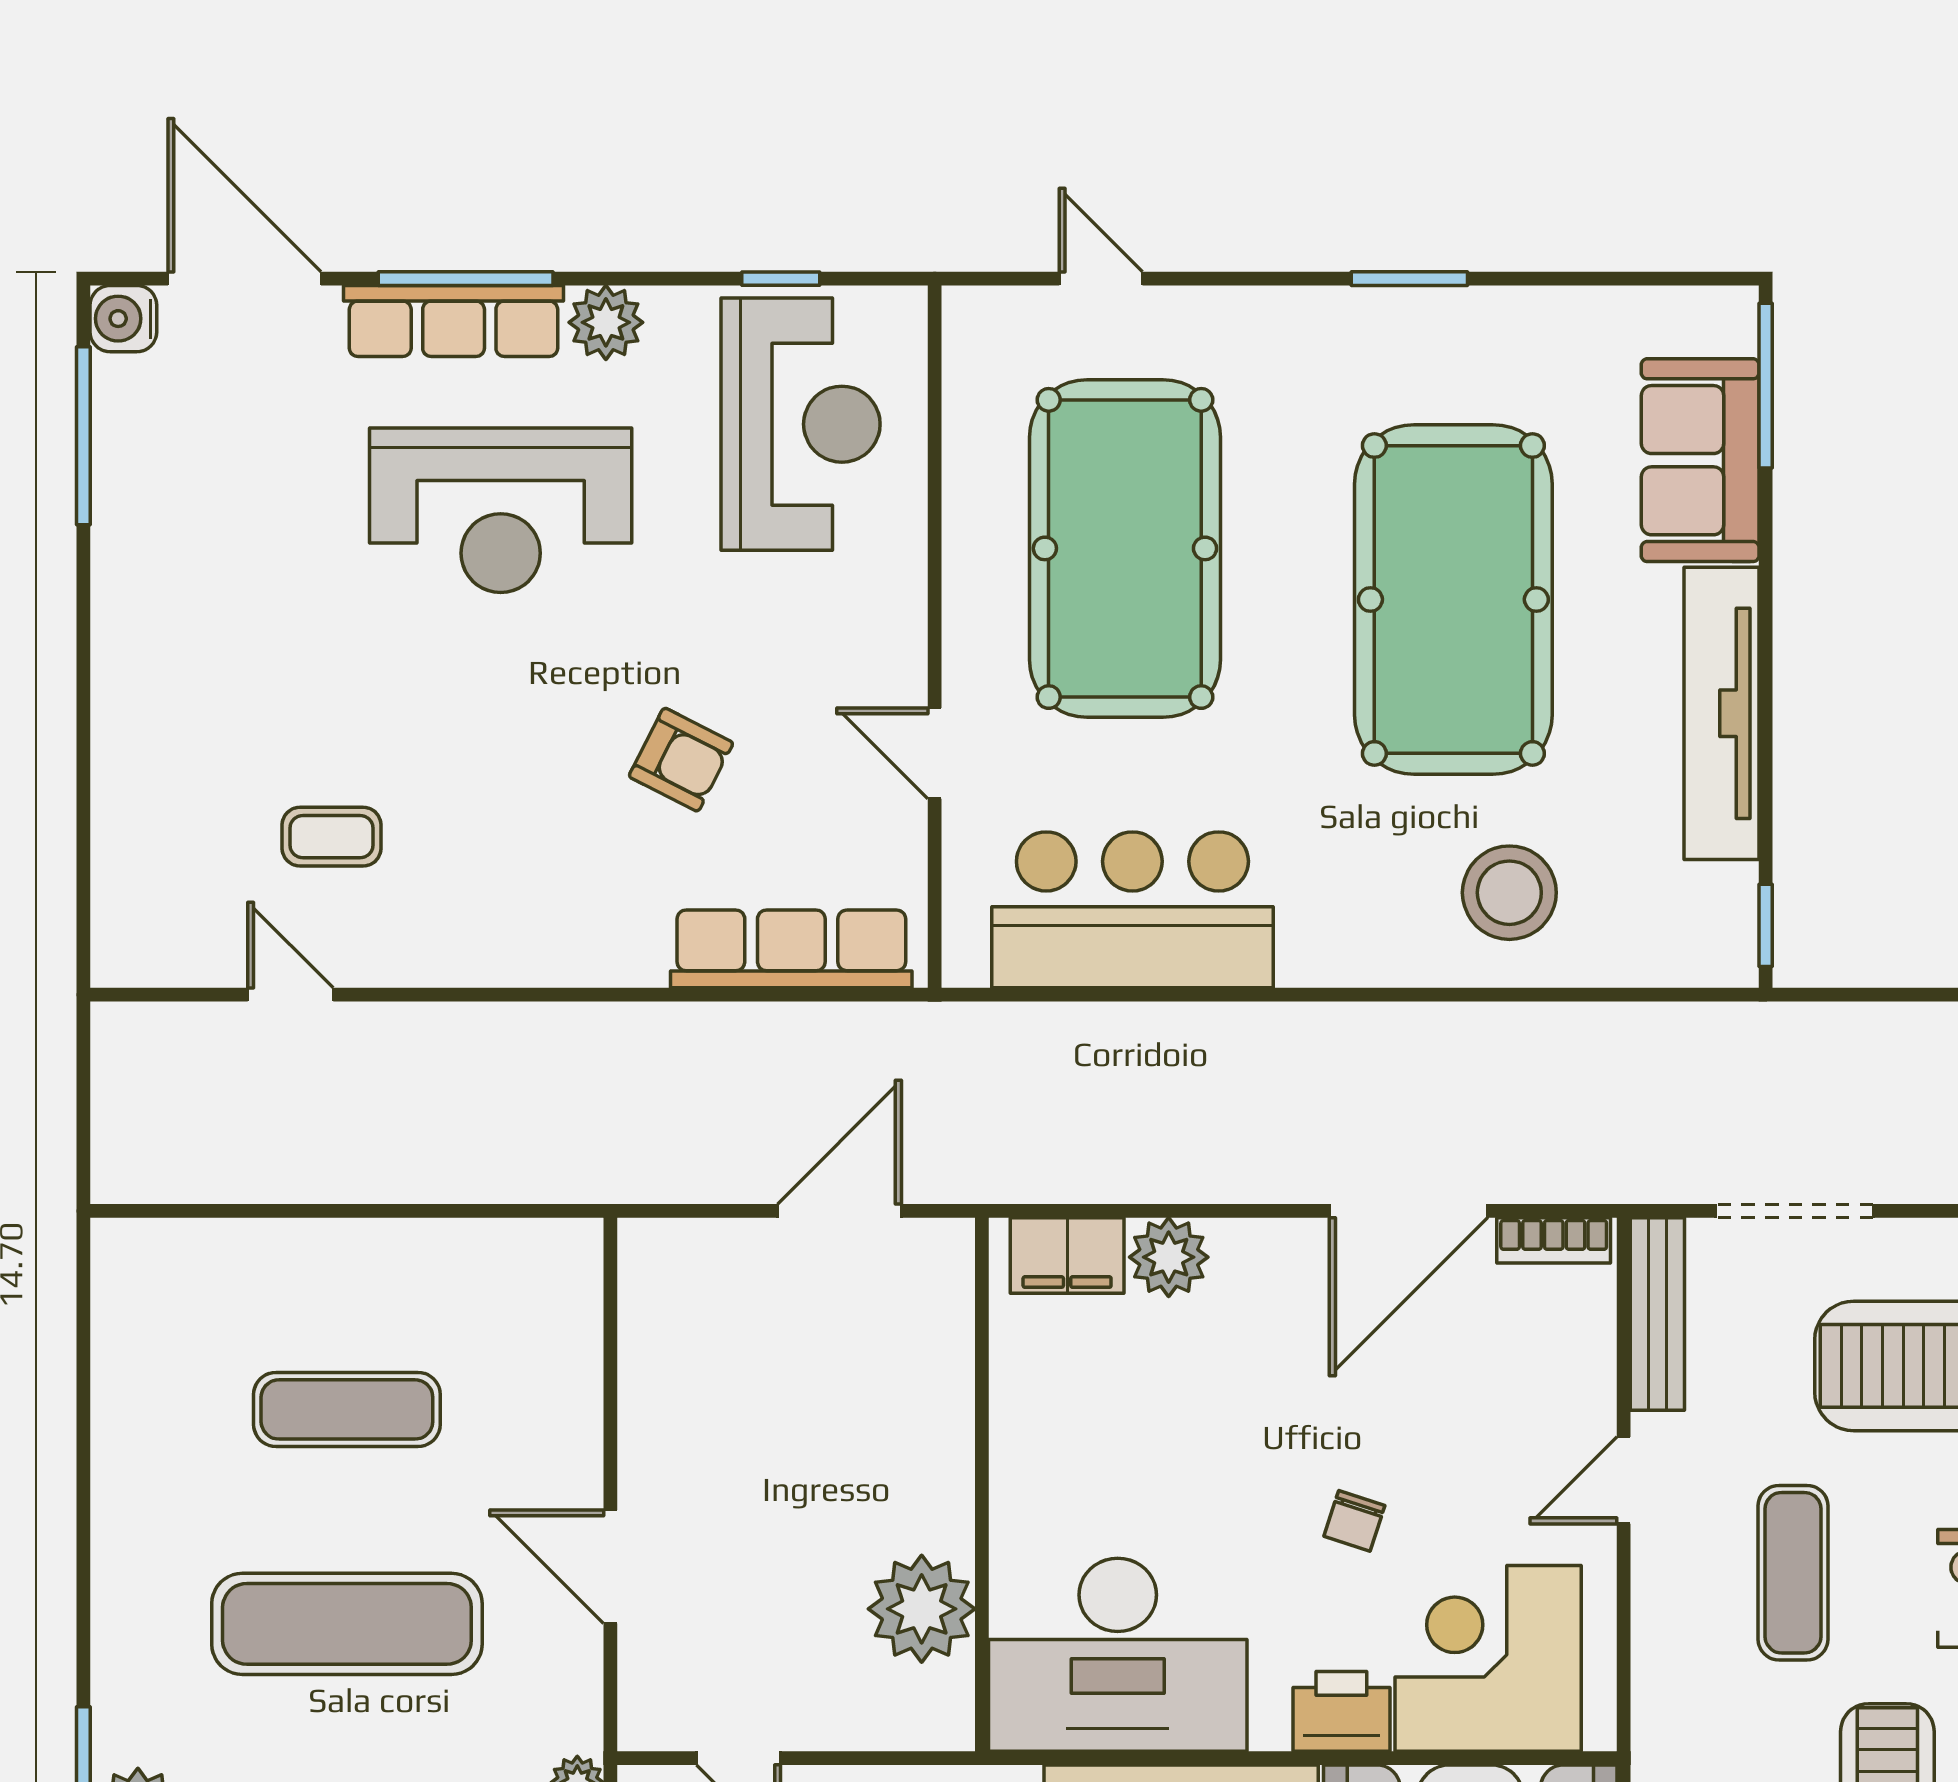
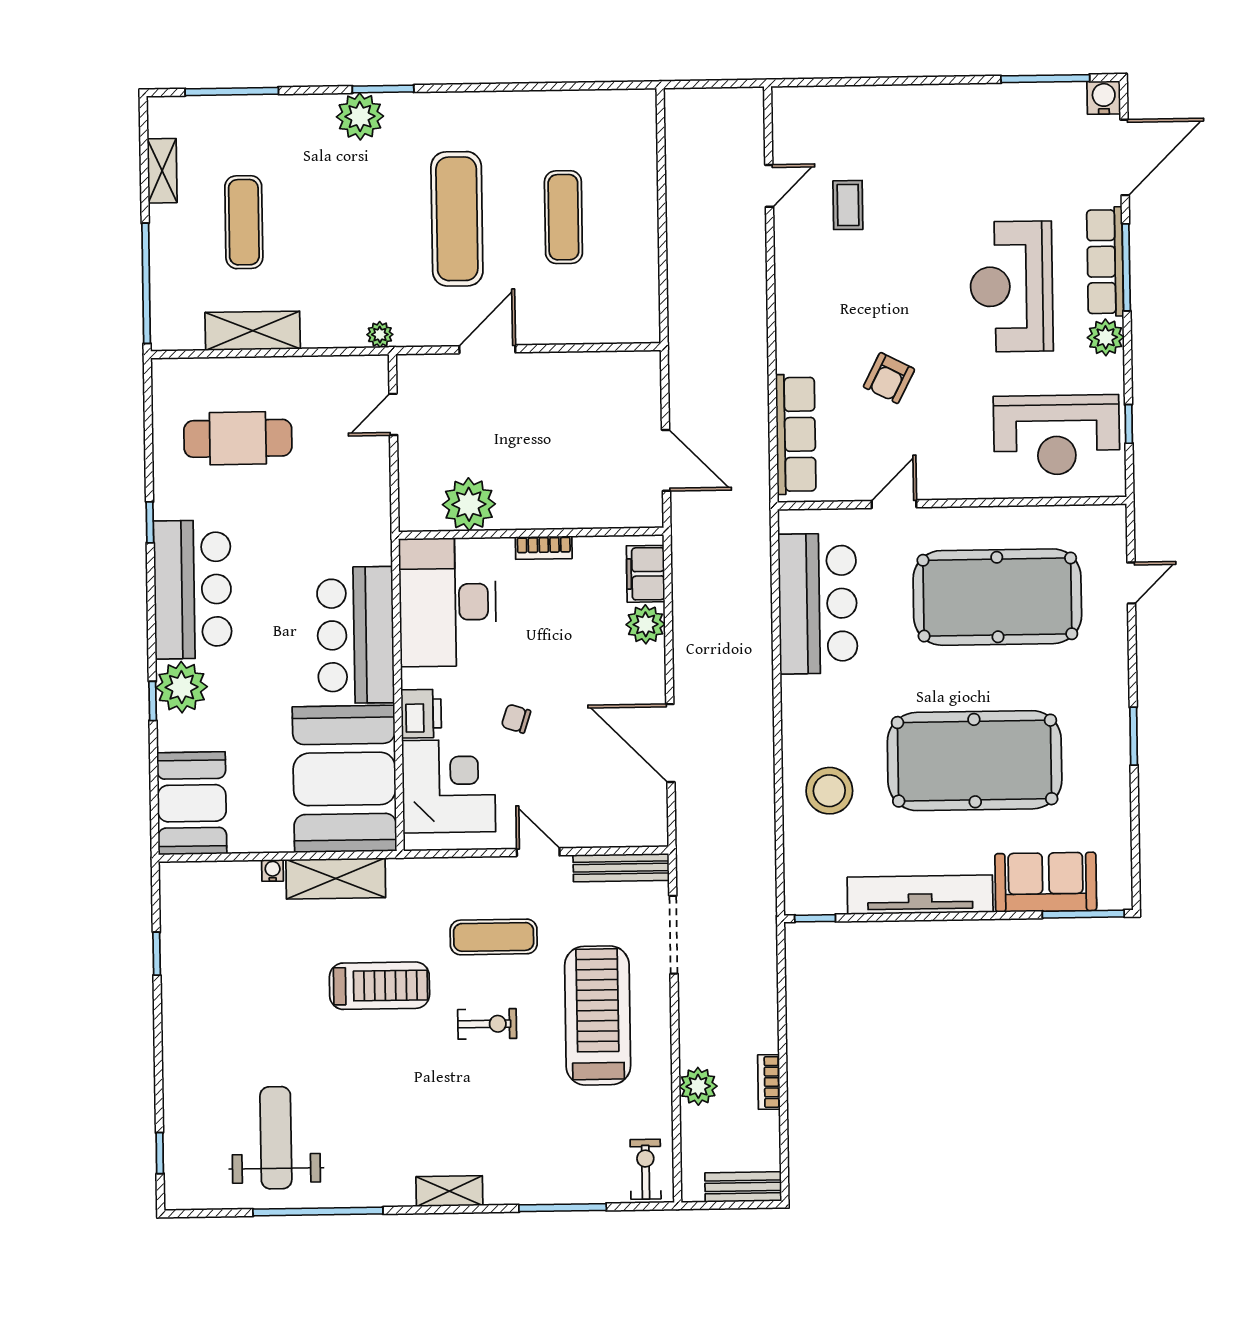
bookcase: (1554, 1240) -> (544, 548), moved, turned -90

